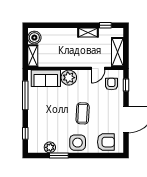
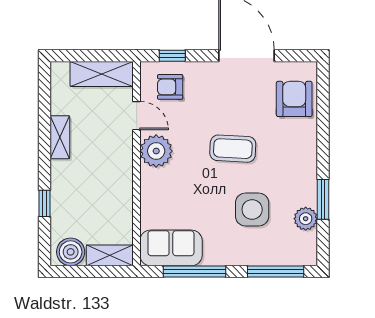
window: (105, 25) -> (44, 203), moved
sofa: (46, 78) -> (171, 248), moved, turned -90
plant: (69, 78) -> (156, 151), moved
window: (25, 133) -> (276, 271), width x2.17
side table: (78, 143) -> (252, 210), moved

